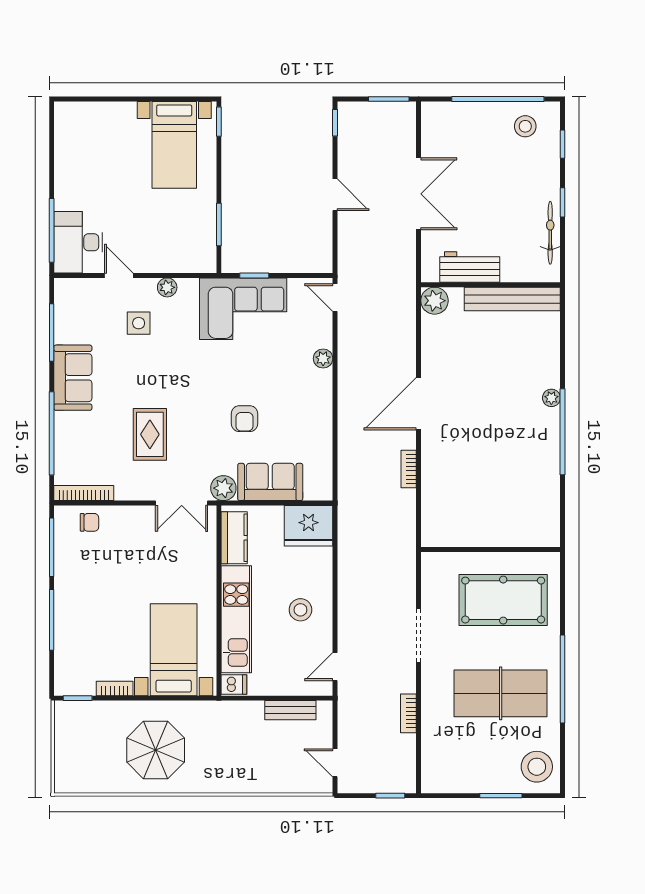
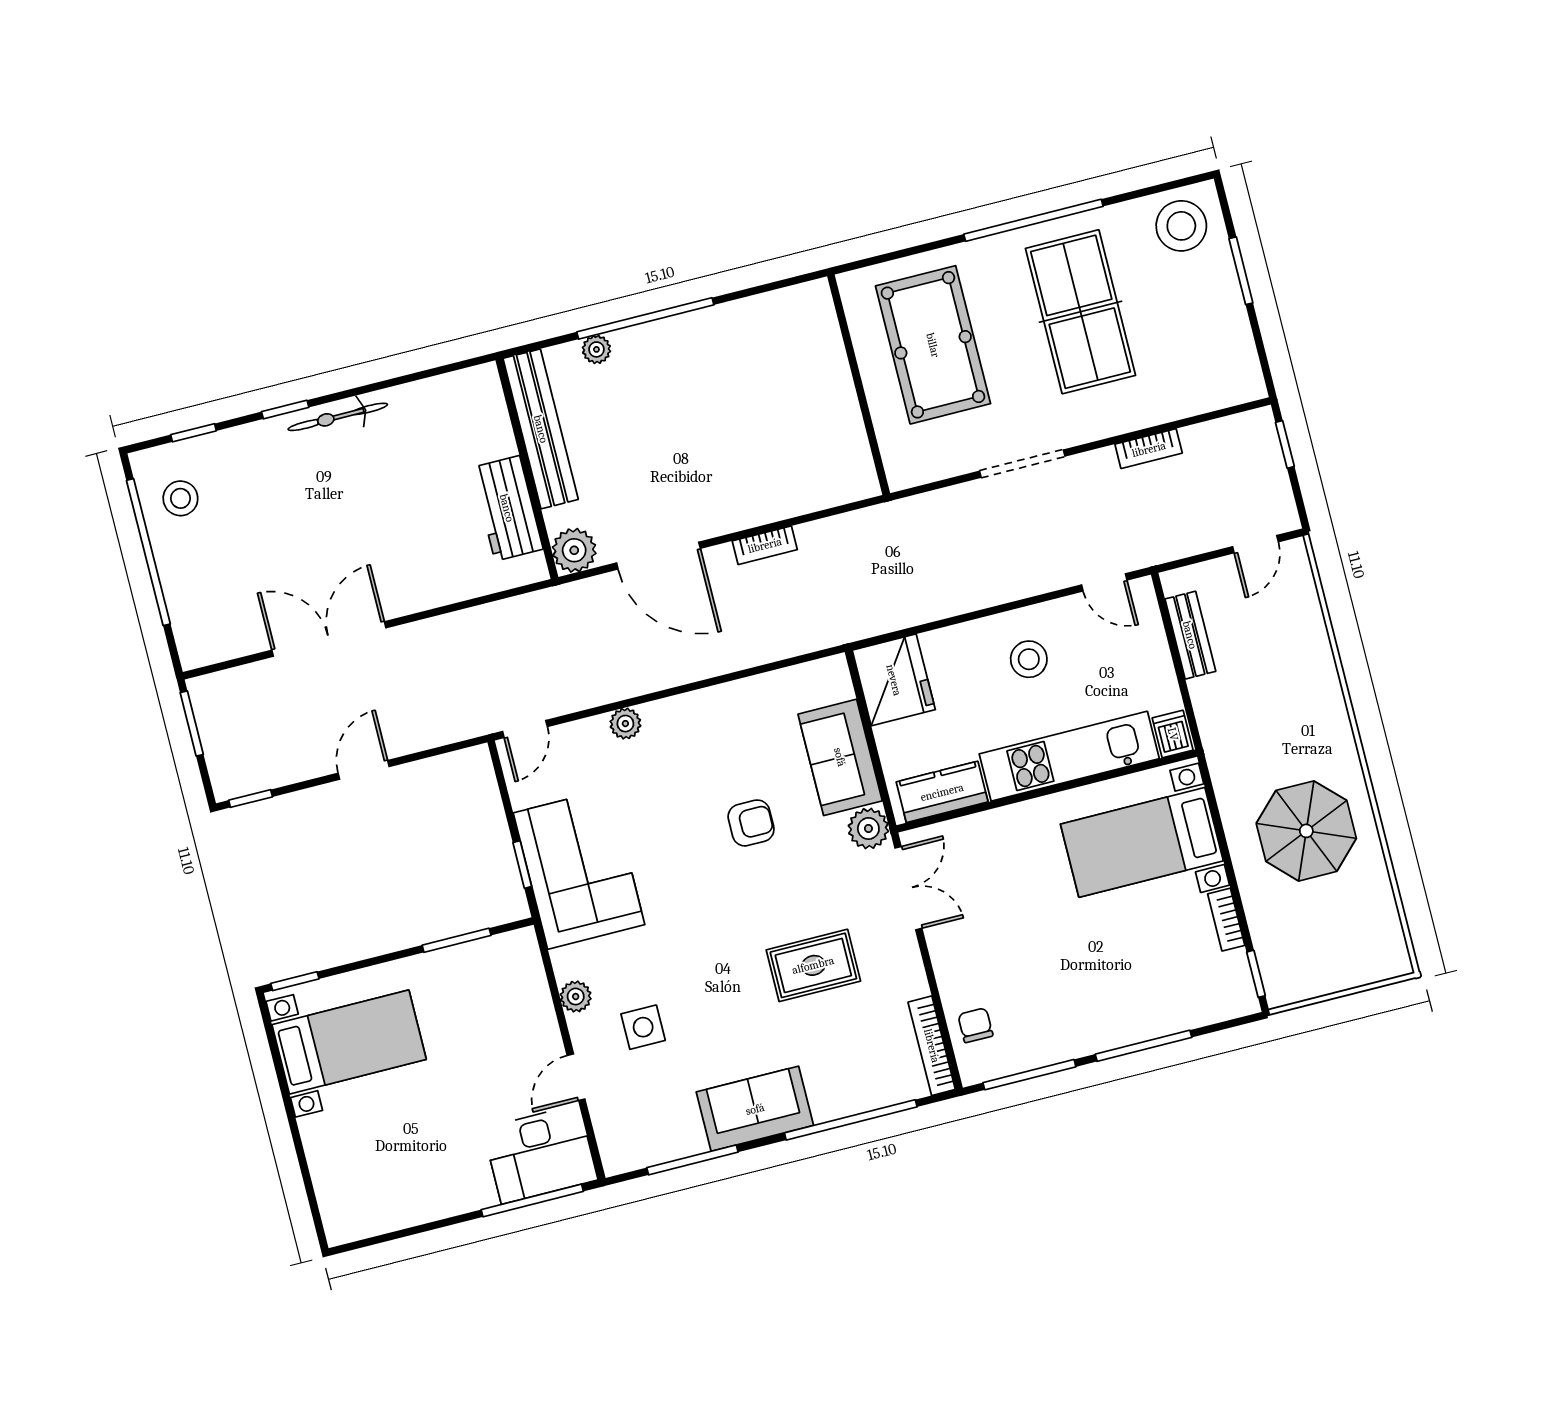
workbench: (470, 267) -> (507, 508), moved
wall: (491, 285) -> (527, 469), moved
bench: (512, 299) -> (541, 429), moved
plant: (435, 301) -> (574, 550), moved

